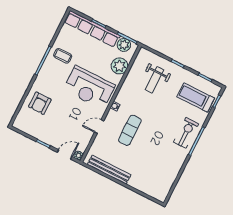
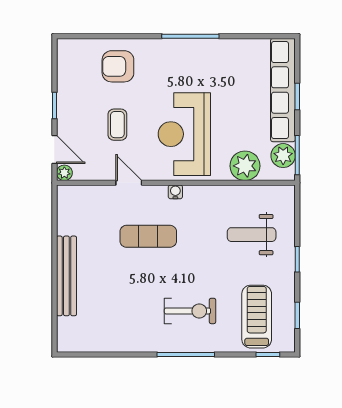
coffee table: (63, 56) -> (117, 125), moved
exercise bike: (186, 133) -> (190, 311), moved
bench: (109, 170) -> (66, 276), moved

